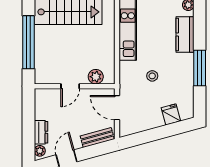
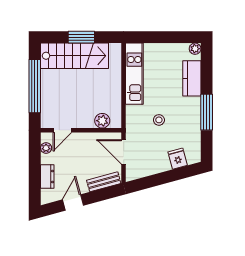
door: (70, 86) -> (62, 130), moved
plant: (40, 151) -> (46, 148), moved

